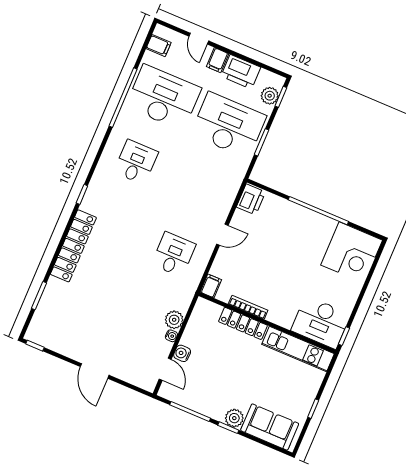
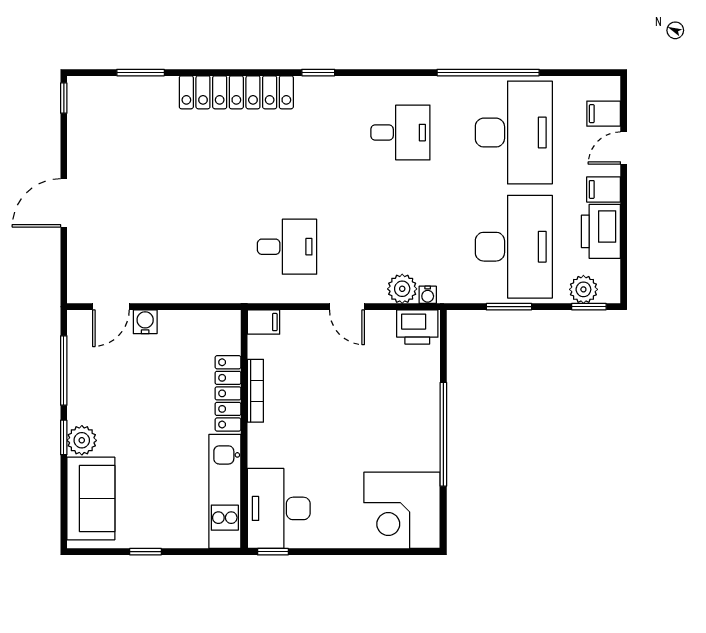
filing cabinet: (159, 46) -> (604, 114), moved, turned 90
plant: (174, 320) -> (402, 289), moved
water cooler: (171, 336) -> (428, 295), moved

